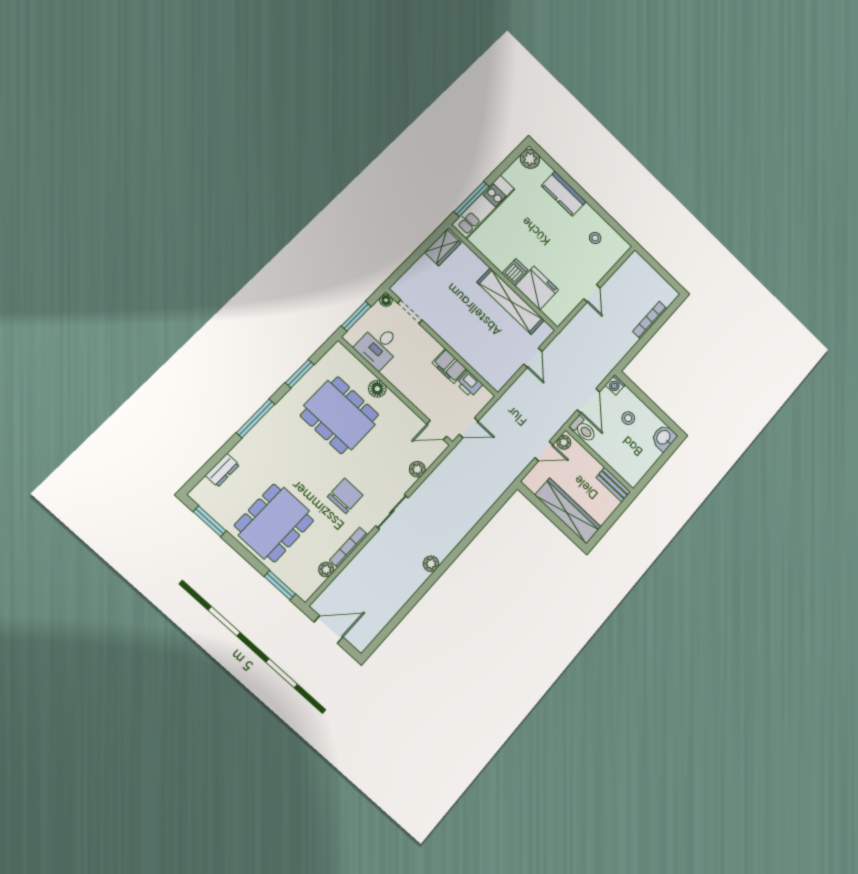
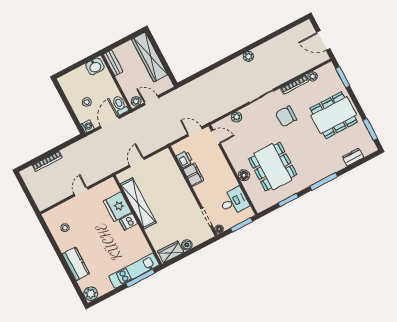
boiler: (424, 264) -> (187, 245), added
washbasin: (664, 438) -> (95, 66), moved

